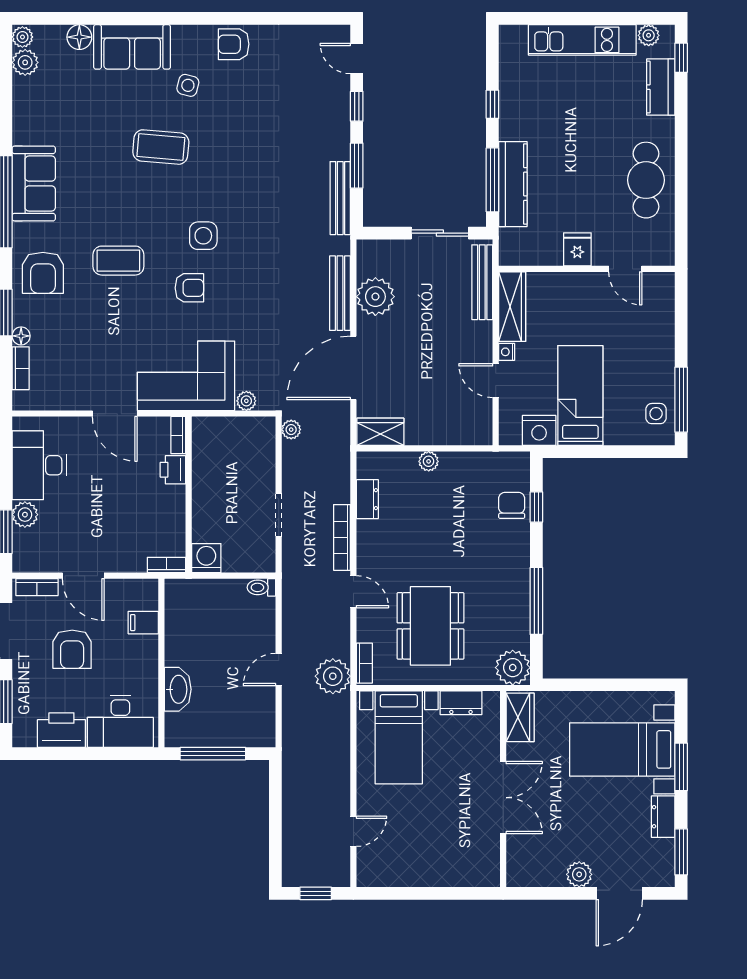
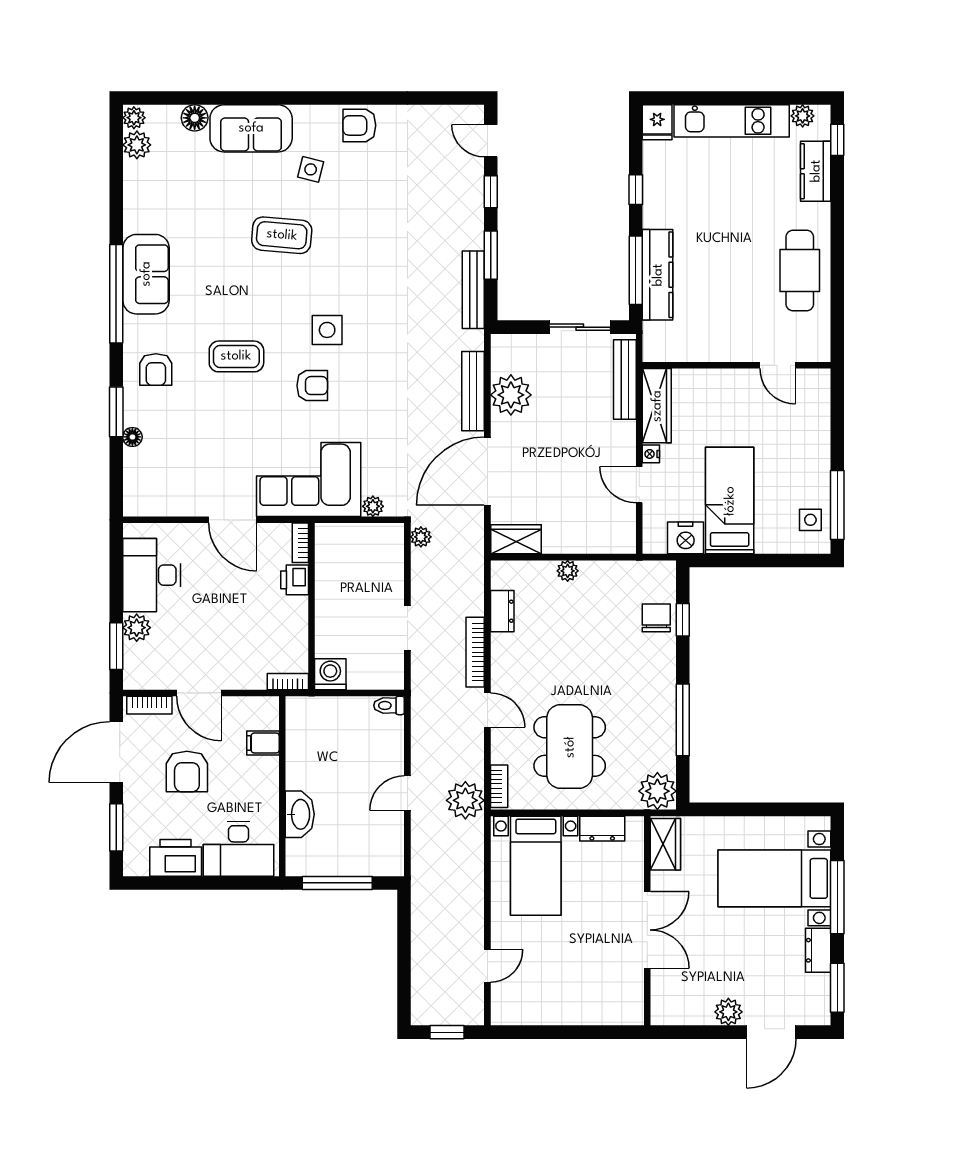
fridge: (577, 249) -> (657, 122), moved, turned 180
armchair: (43, 273) -> (156, 370), width x0.72, depth x0.72
bookcase: (21, 368) -> (132, 471), removed
window: (681, 767) -> (837, 897), width x1.44

